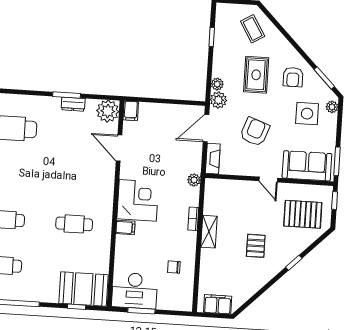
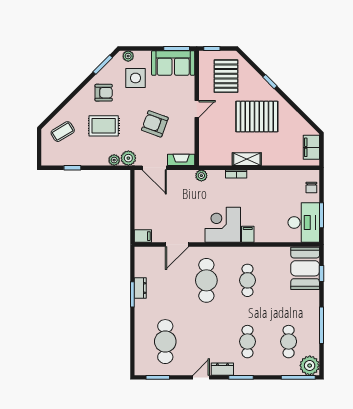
plant: (108, 111) -> (145, 257), removed
sofa: (307, 166) -> (173, 63), moved, turned -90
cafe table: (77, 178) -> (206, 280), added
pallet: (256, 246) -> (257, 117), width x2.05, depth x2.00
chair: (174, 267) -> (311, 188), moved

